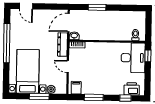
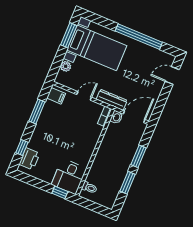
window: (120, 8) -> (127, 183), added
door: (69, 23) -> (134, 117), hinge flipped
desk: (133, 58) -> (69, 176), width x0.73
window: (39, 97) -> (69, 35), moved

